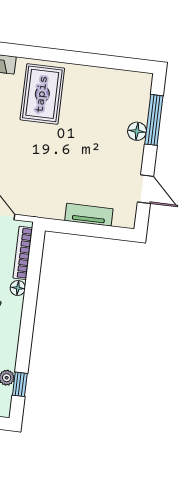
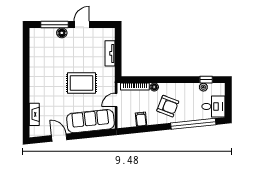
rug: (42, 94) -> (81, 83), moved
door: (145, 189) -> (82, 25), moved

